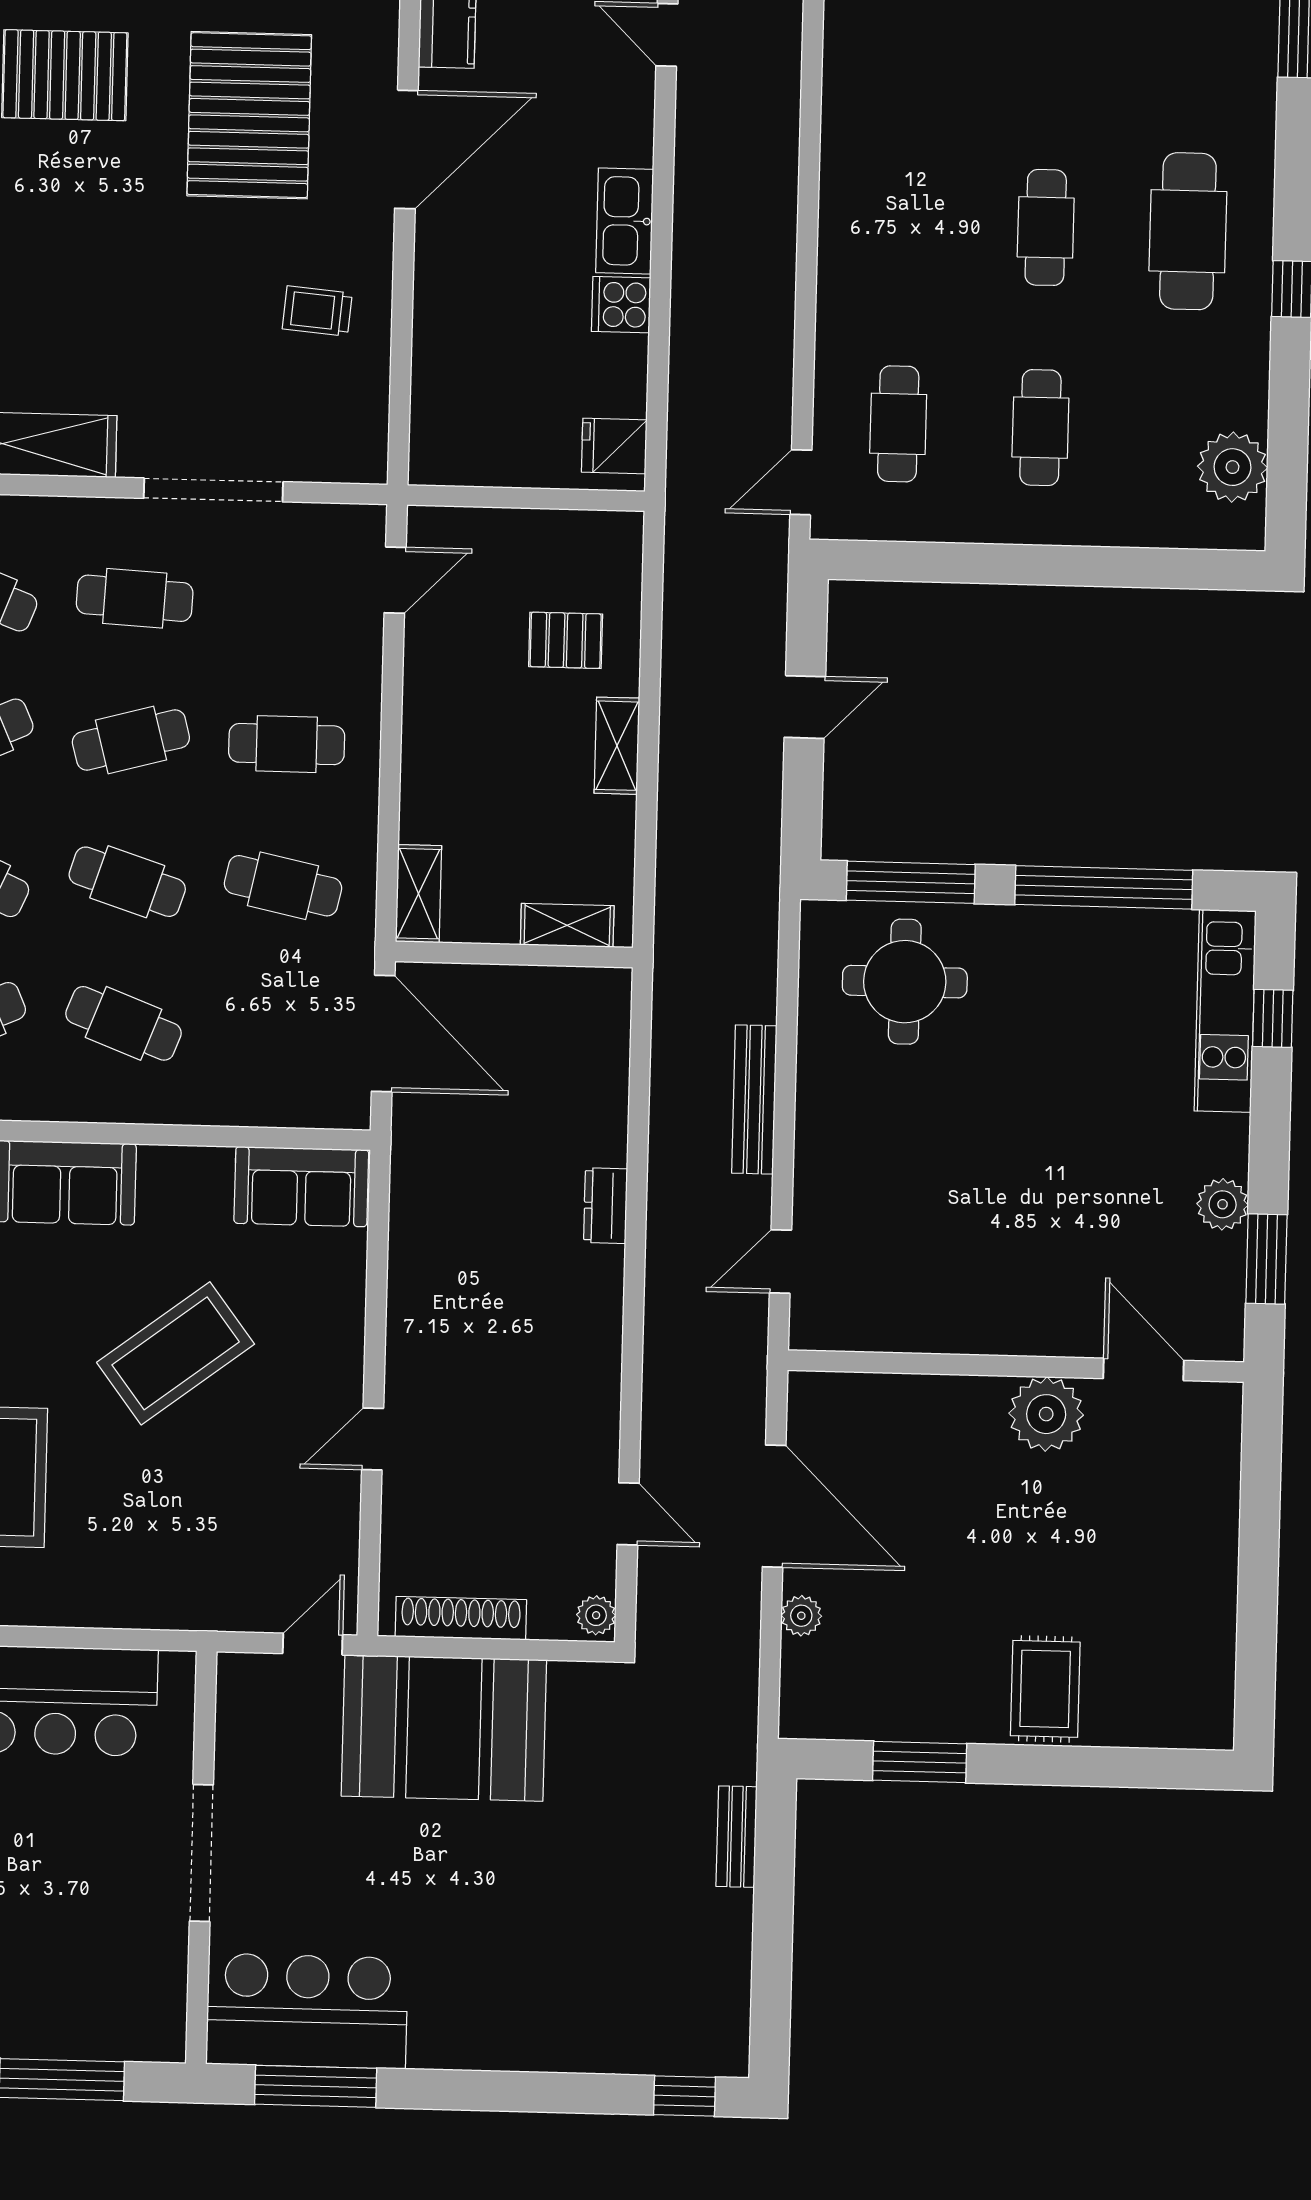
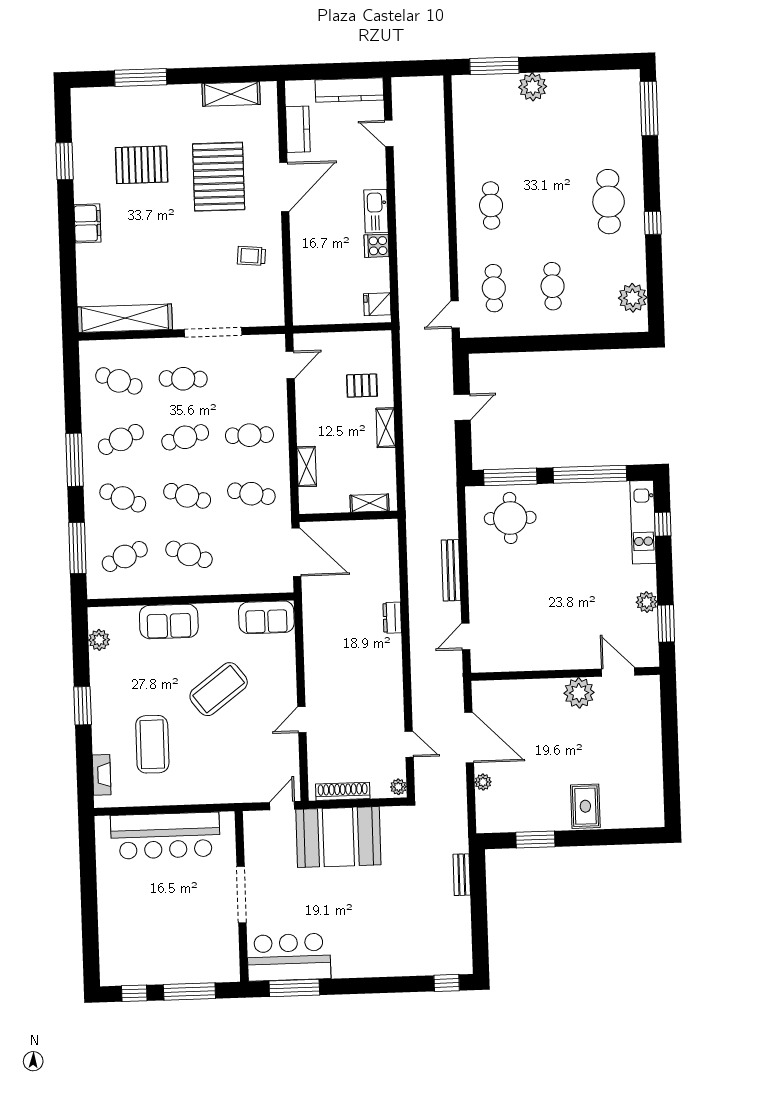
cafe table: (1046, 227) -> (491, 205), moved
shelving: (418, 894) -> (307, 467), moved

